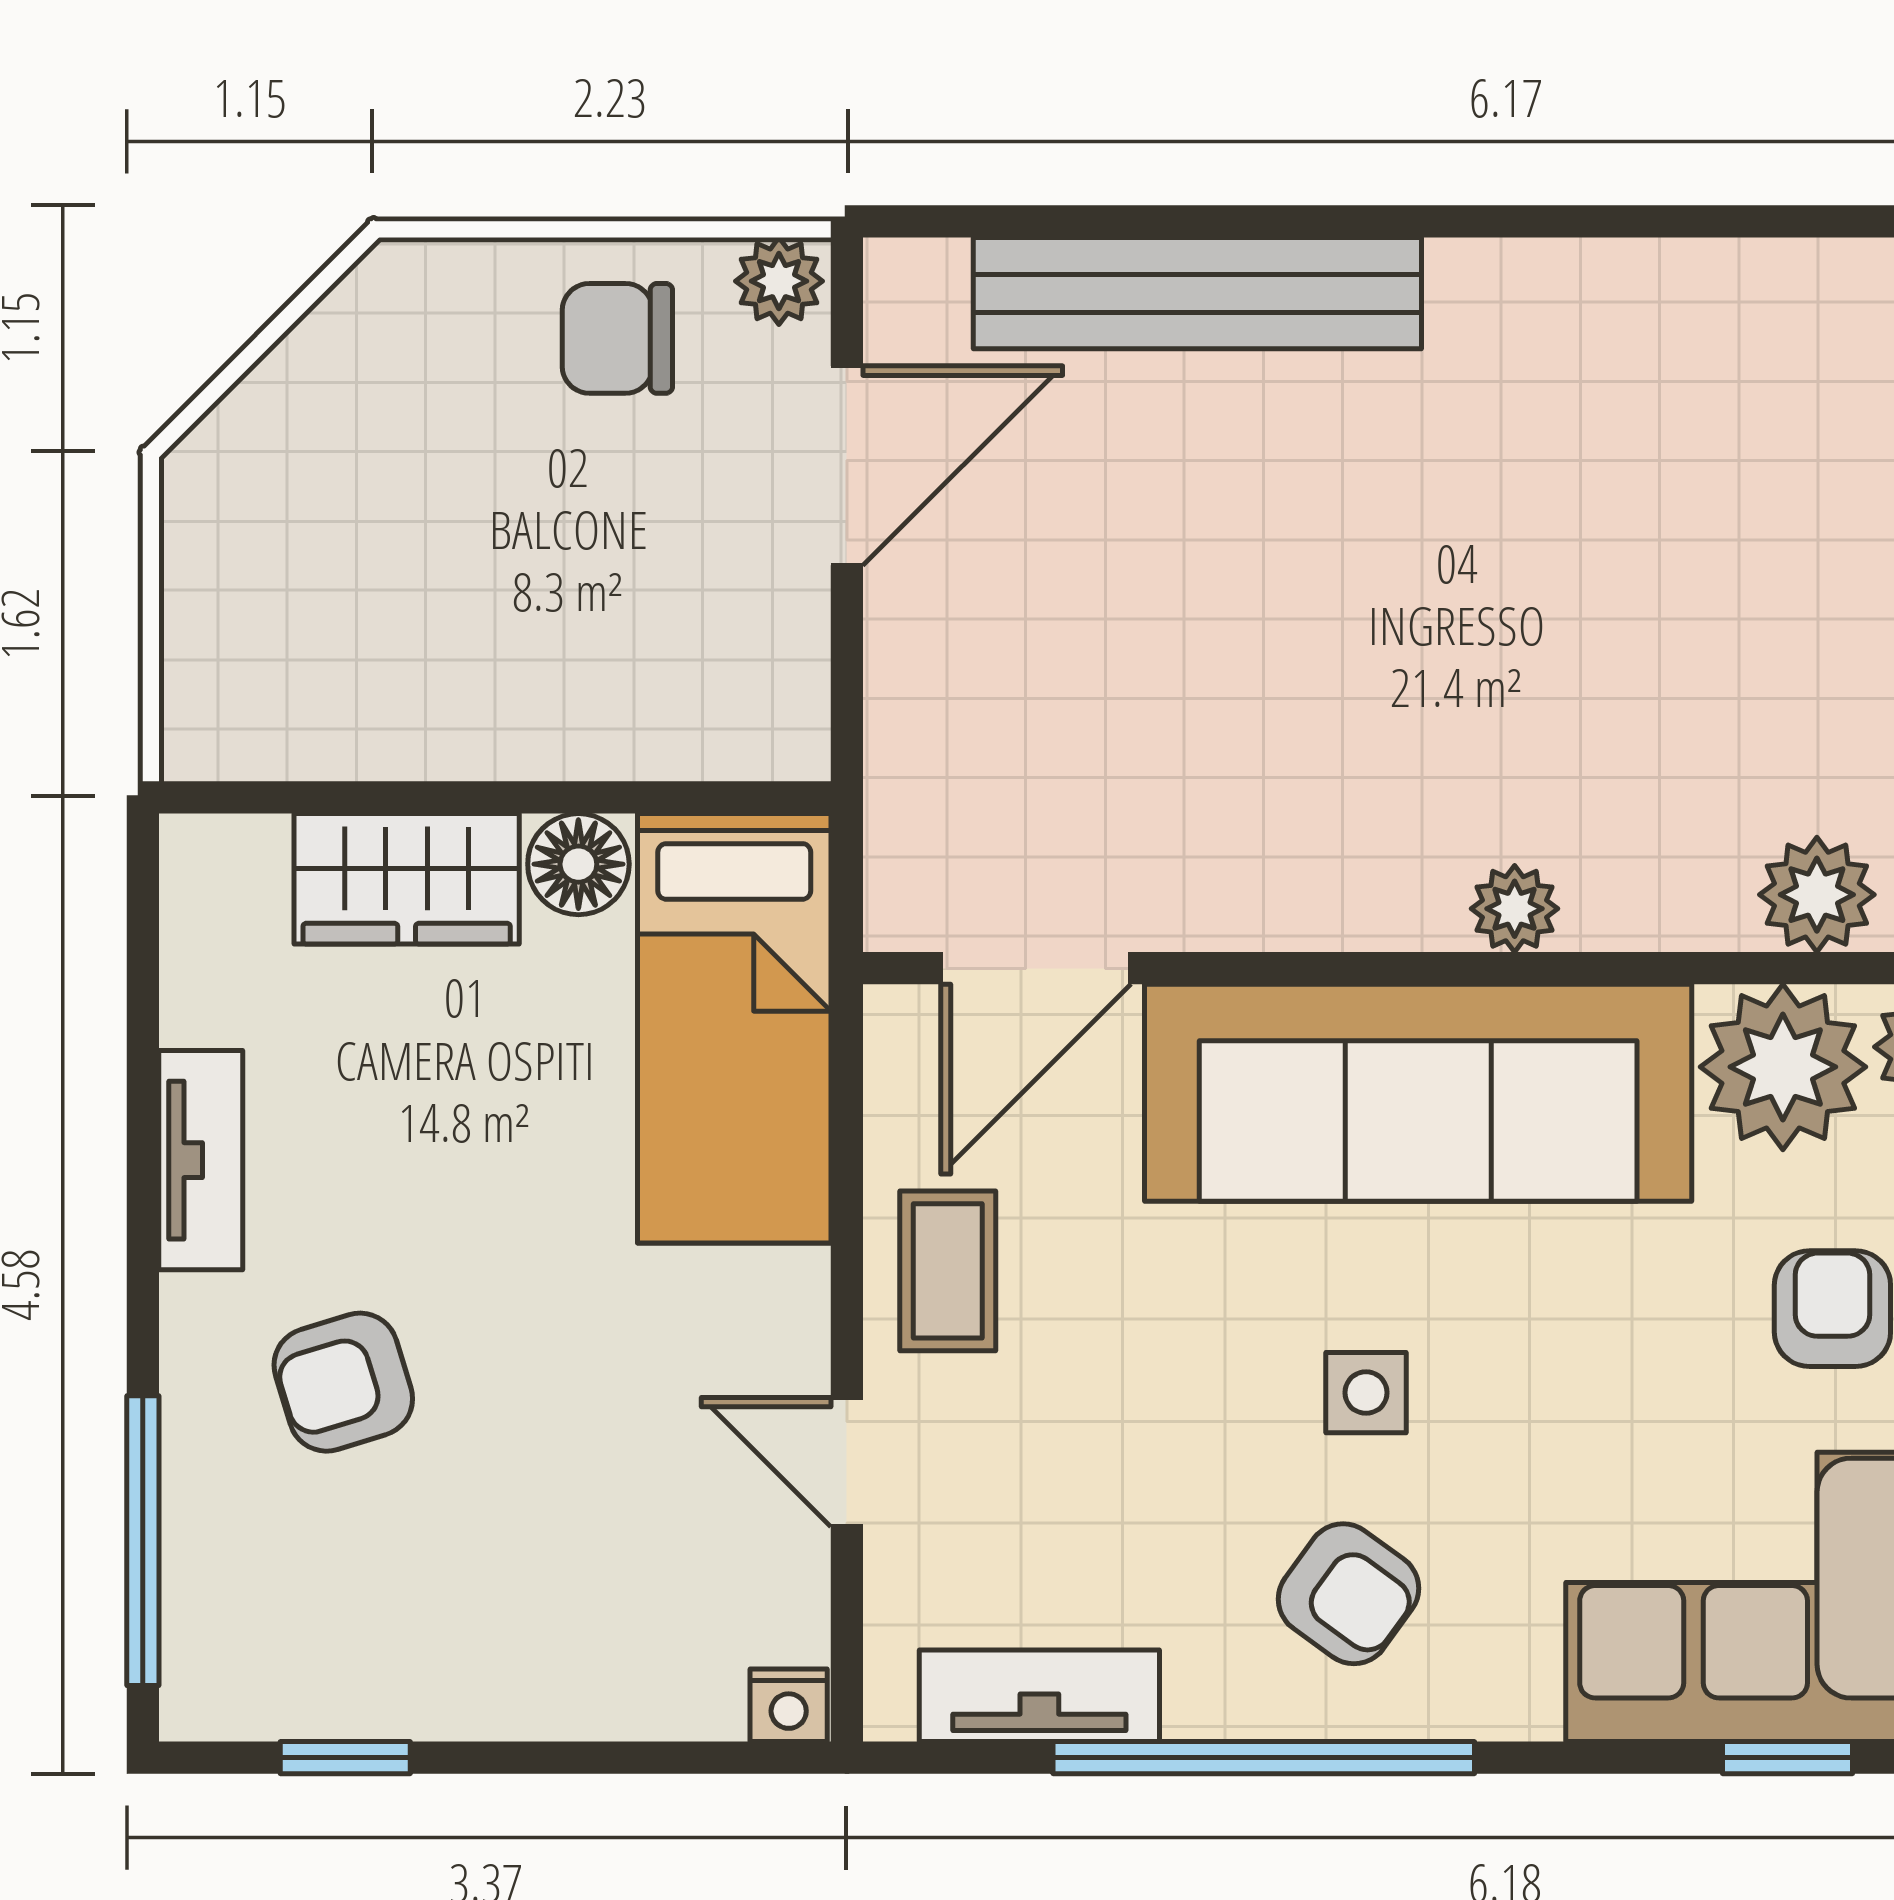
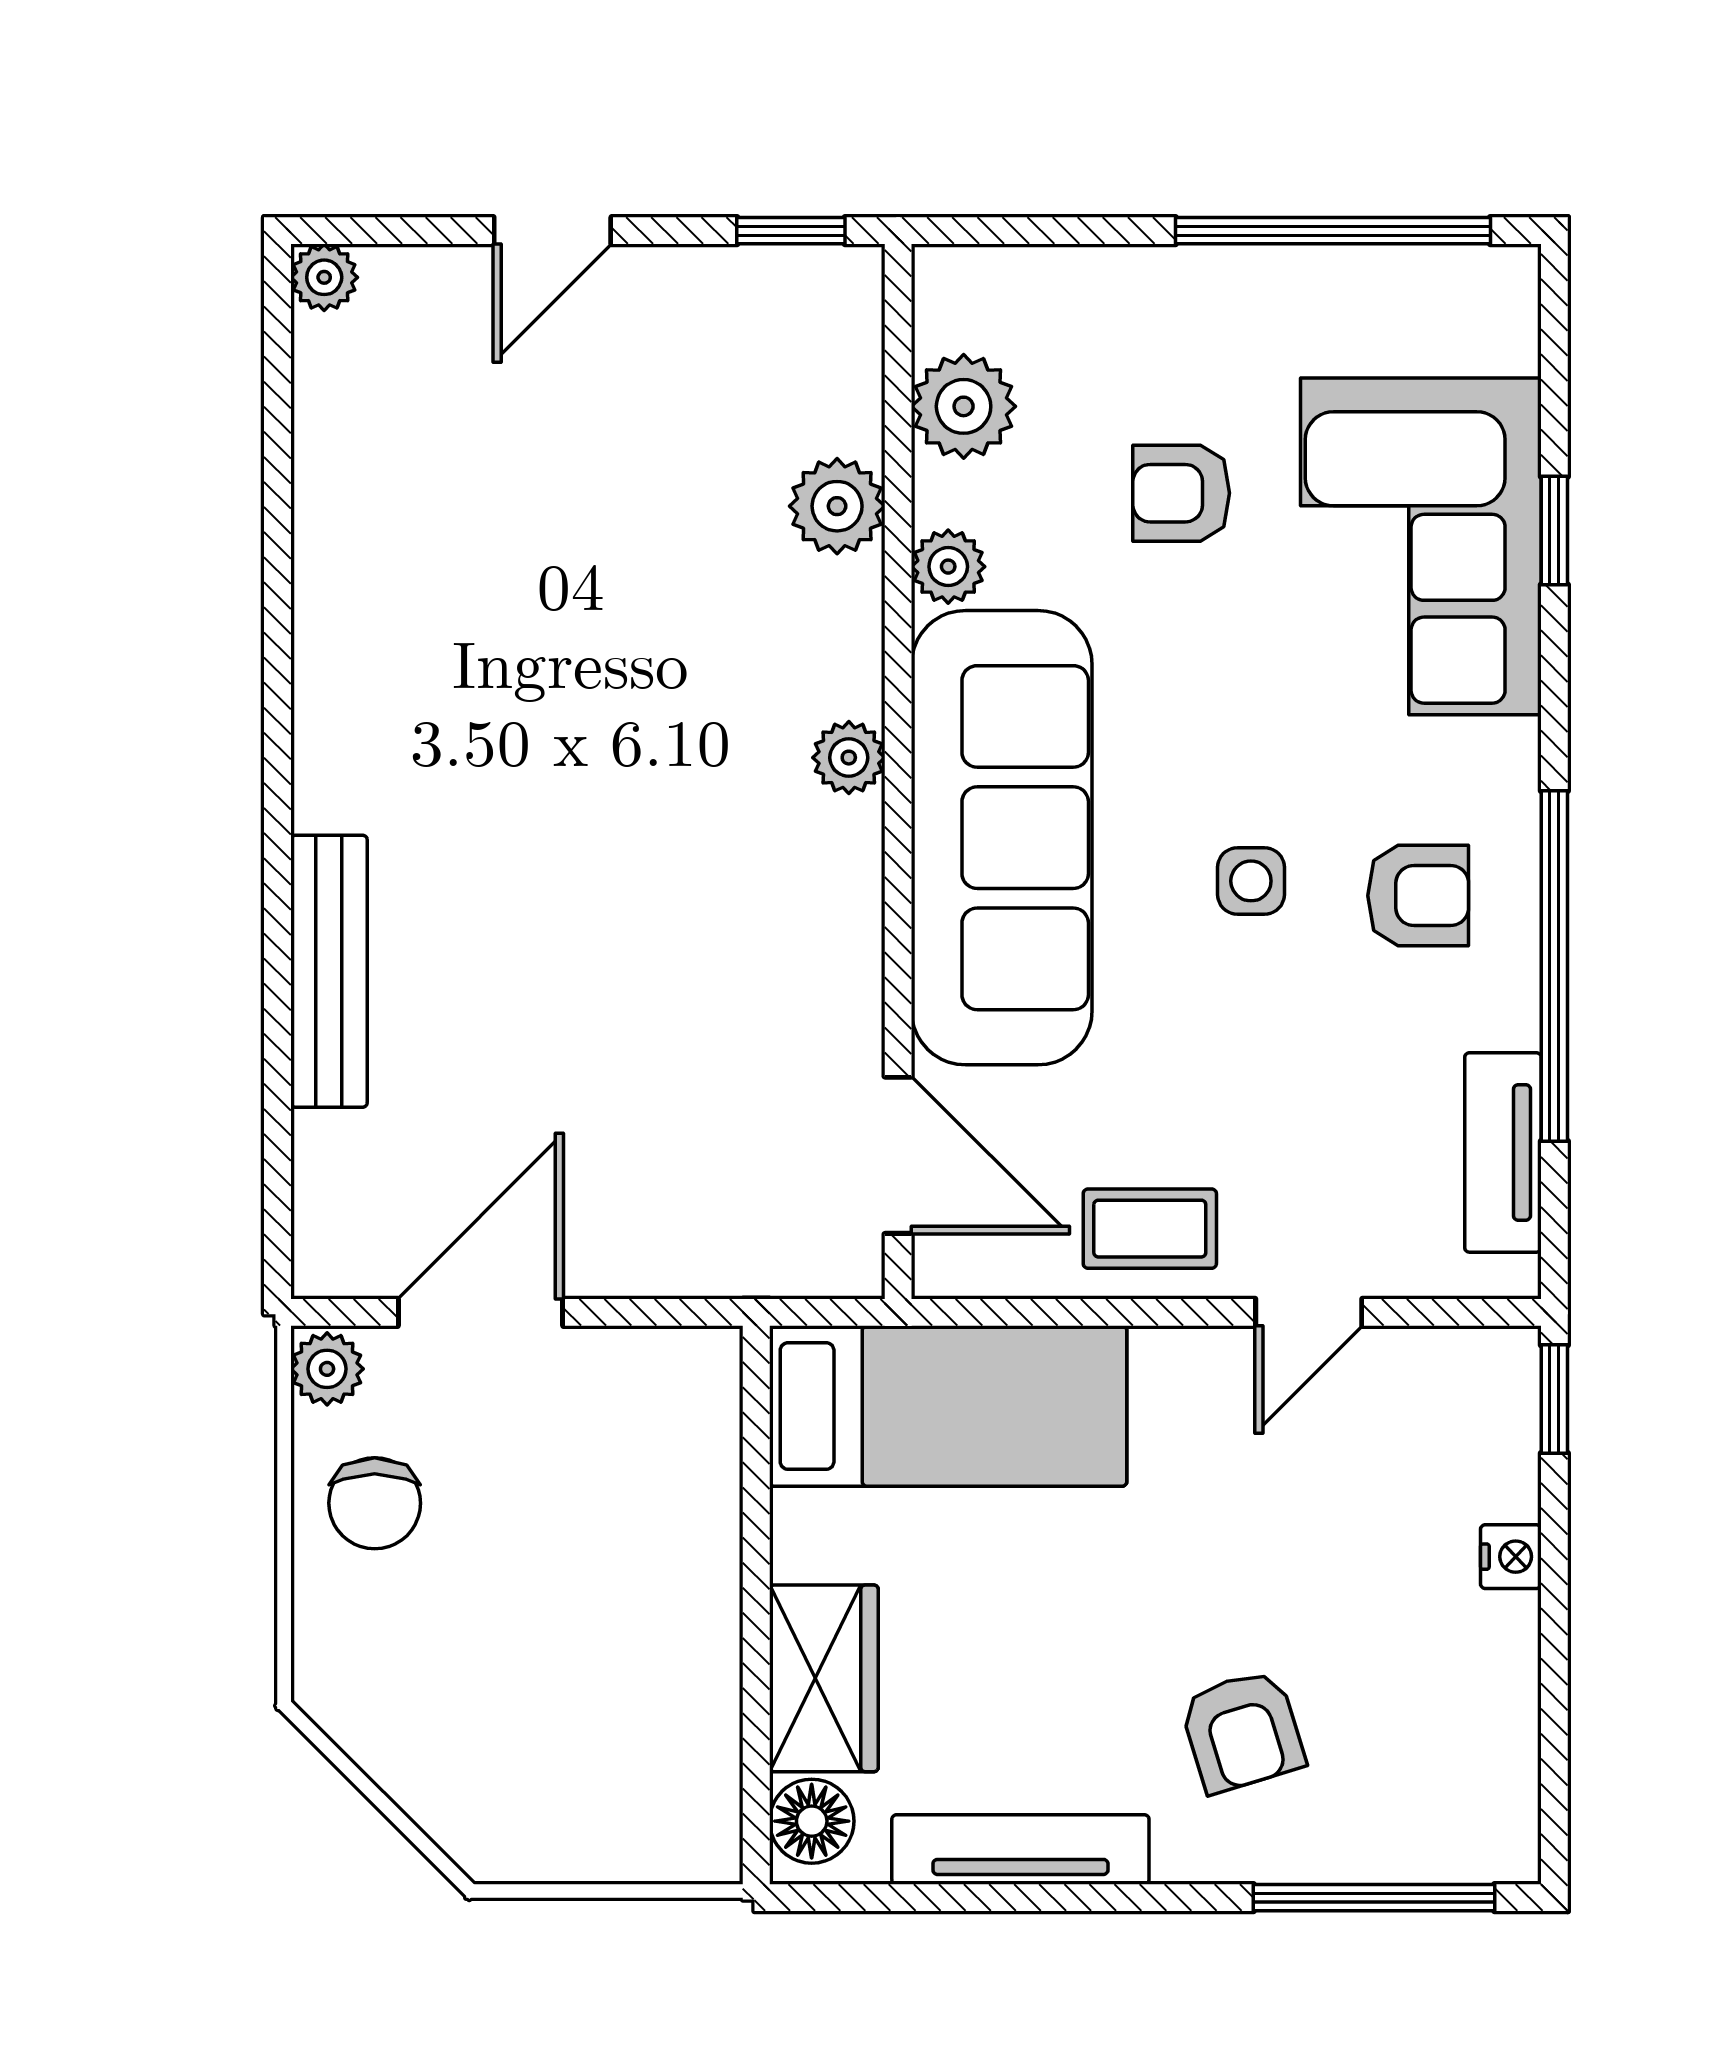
bench: (1197, 293) -> (329, 971), width x0.73, depth x0.82
door: (847, 466) -> (480, 1312), hinge flipped
floor lamp: (578, 864) -> (812, 1821), moved
plant: (1783, 1067) -> (948, 567), width x0.53, depth x0.53
tv unit: (201, 1160) -> (1020, 1850), width x1.41
armchair: (1348, 1594) -> (1418, 896), turned 54
nightstand: (789, 1705) -> (1511, 1557), moved
window: (345, 1758) -> (1554, 1399), moved

